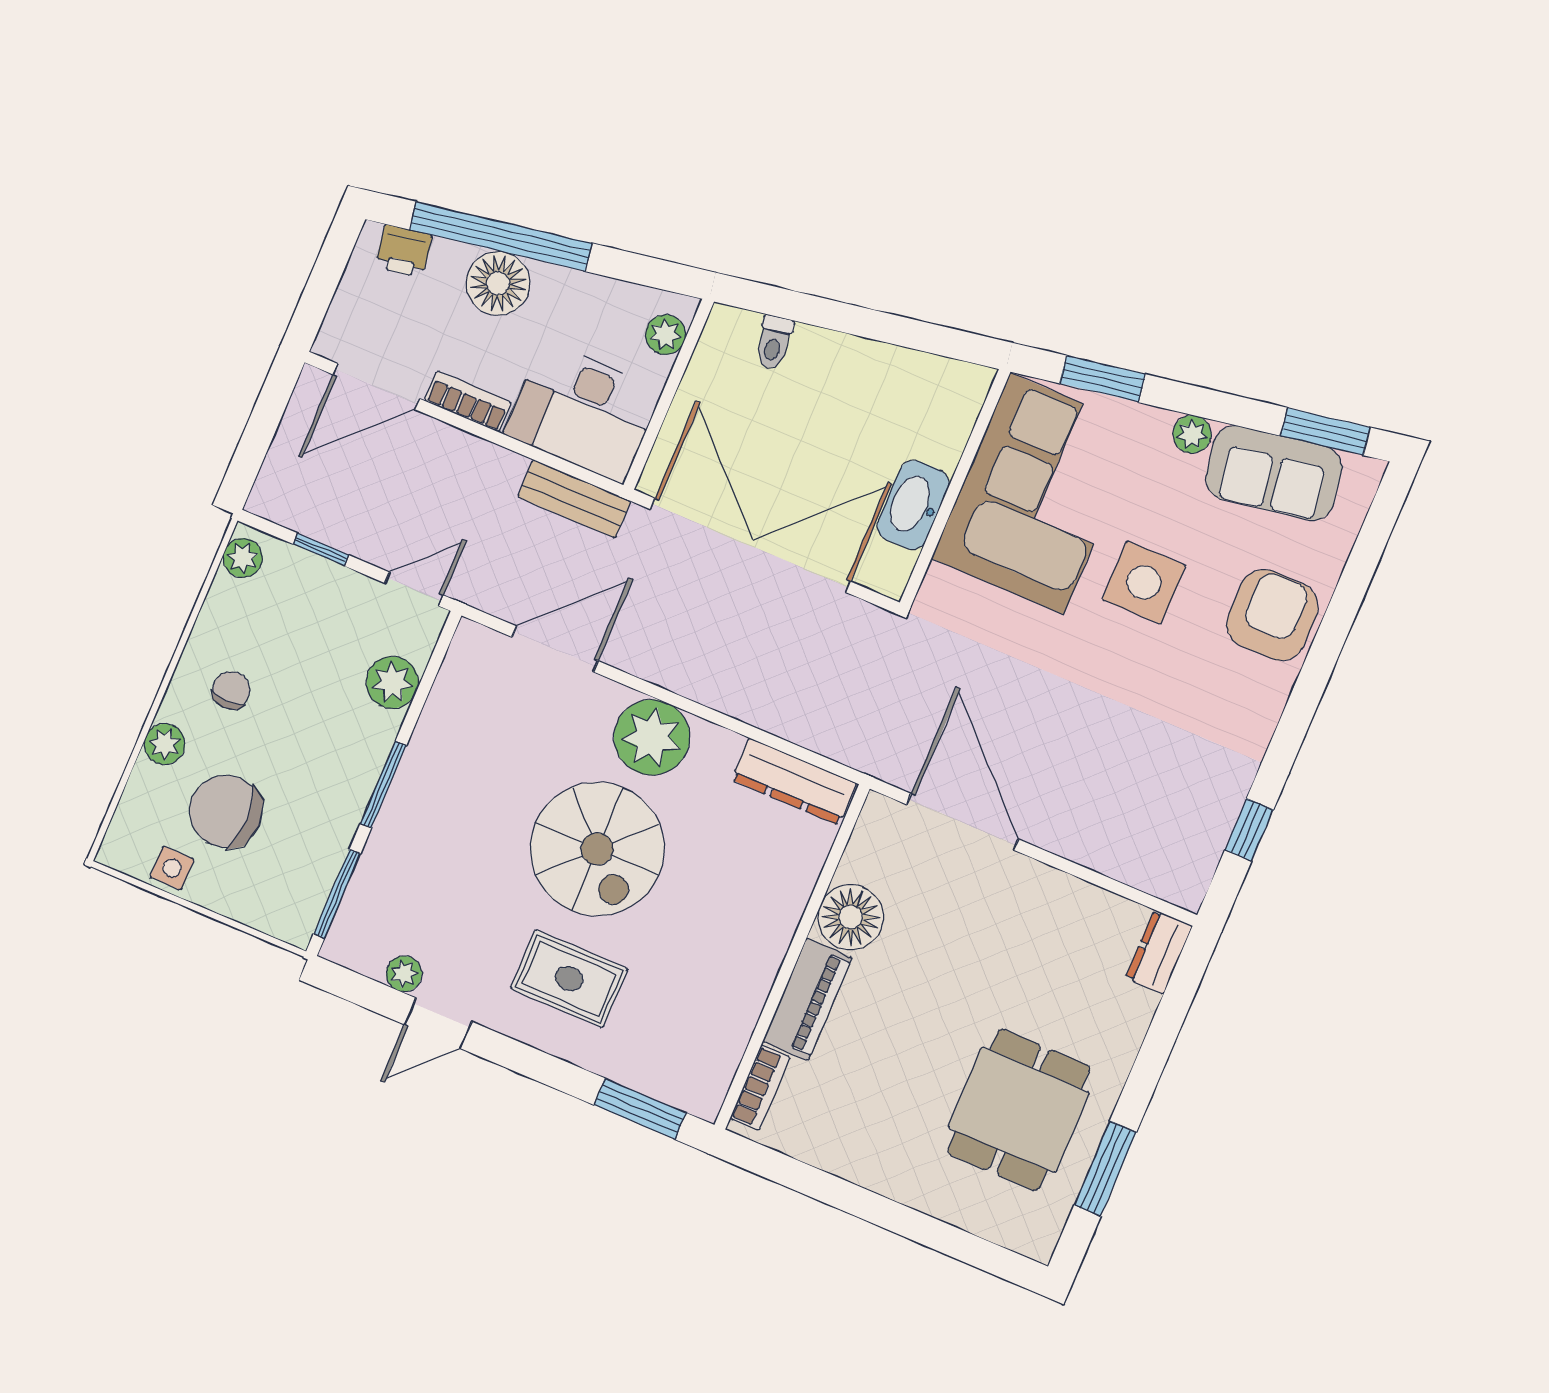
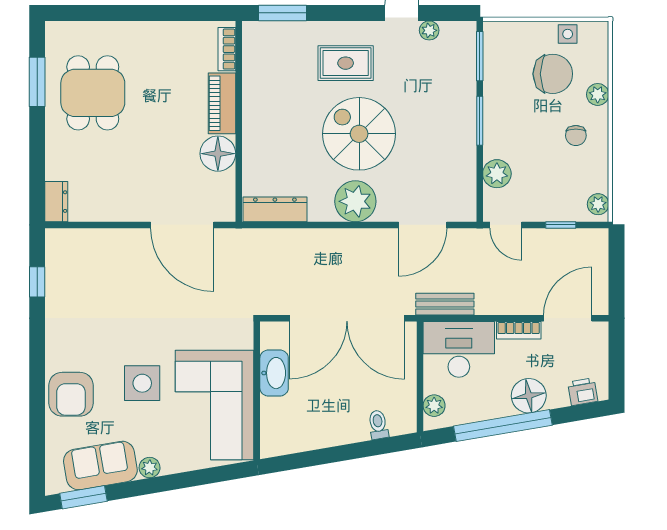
window: (501, 236) -> (503, 426), moved
window: (1102, 379) -> (206, 476), removed
door: (414, 589) -> (506, 225), hinge flipped

